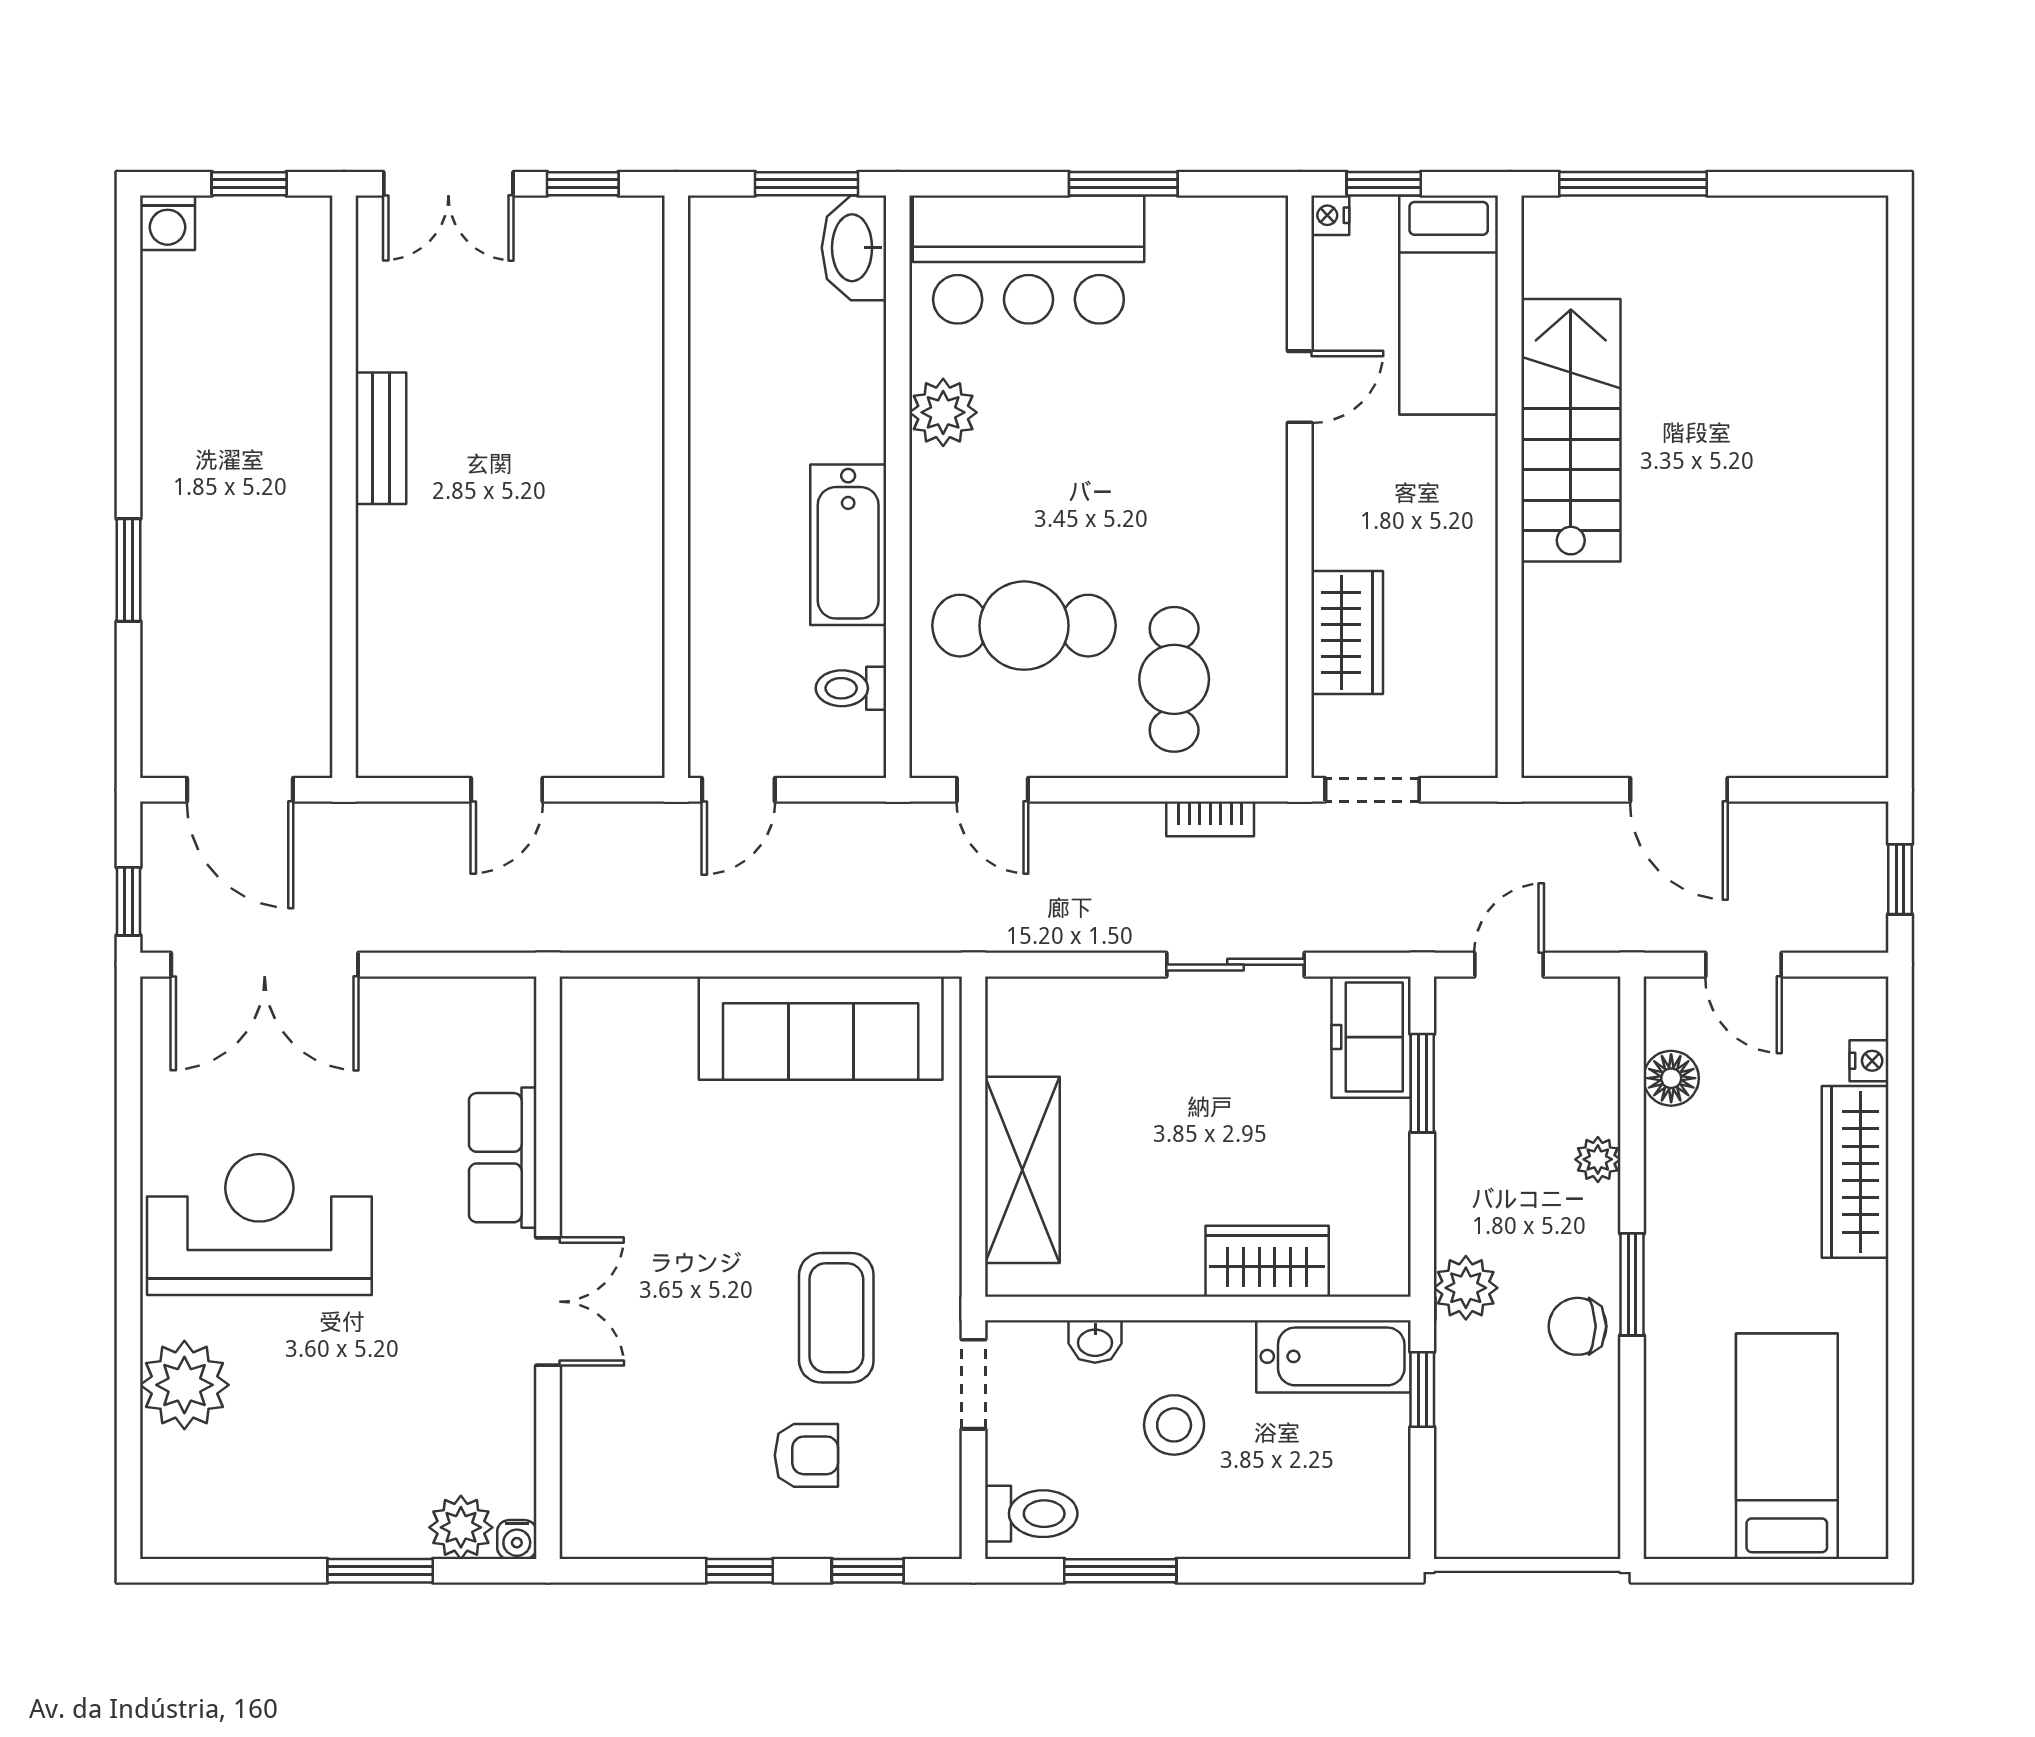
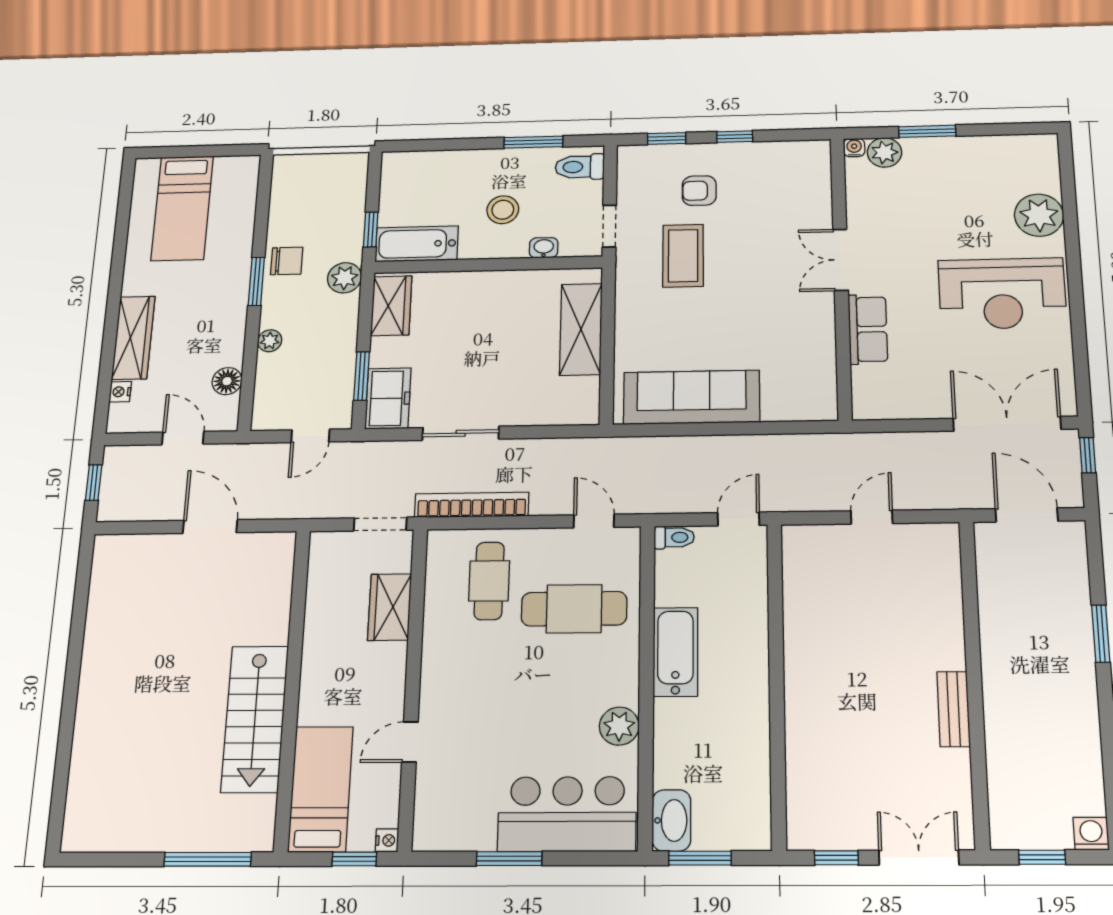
toilet: (851, 688) -> (674, 537), moved
bookcase: (1210, 819) -> (472, 505), width x2.31, depth x1.31
wardrobe: (1267, 1261) -> (391, 306), moved, turned -90

